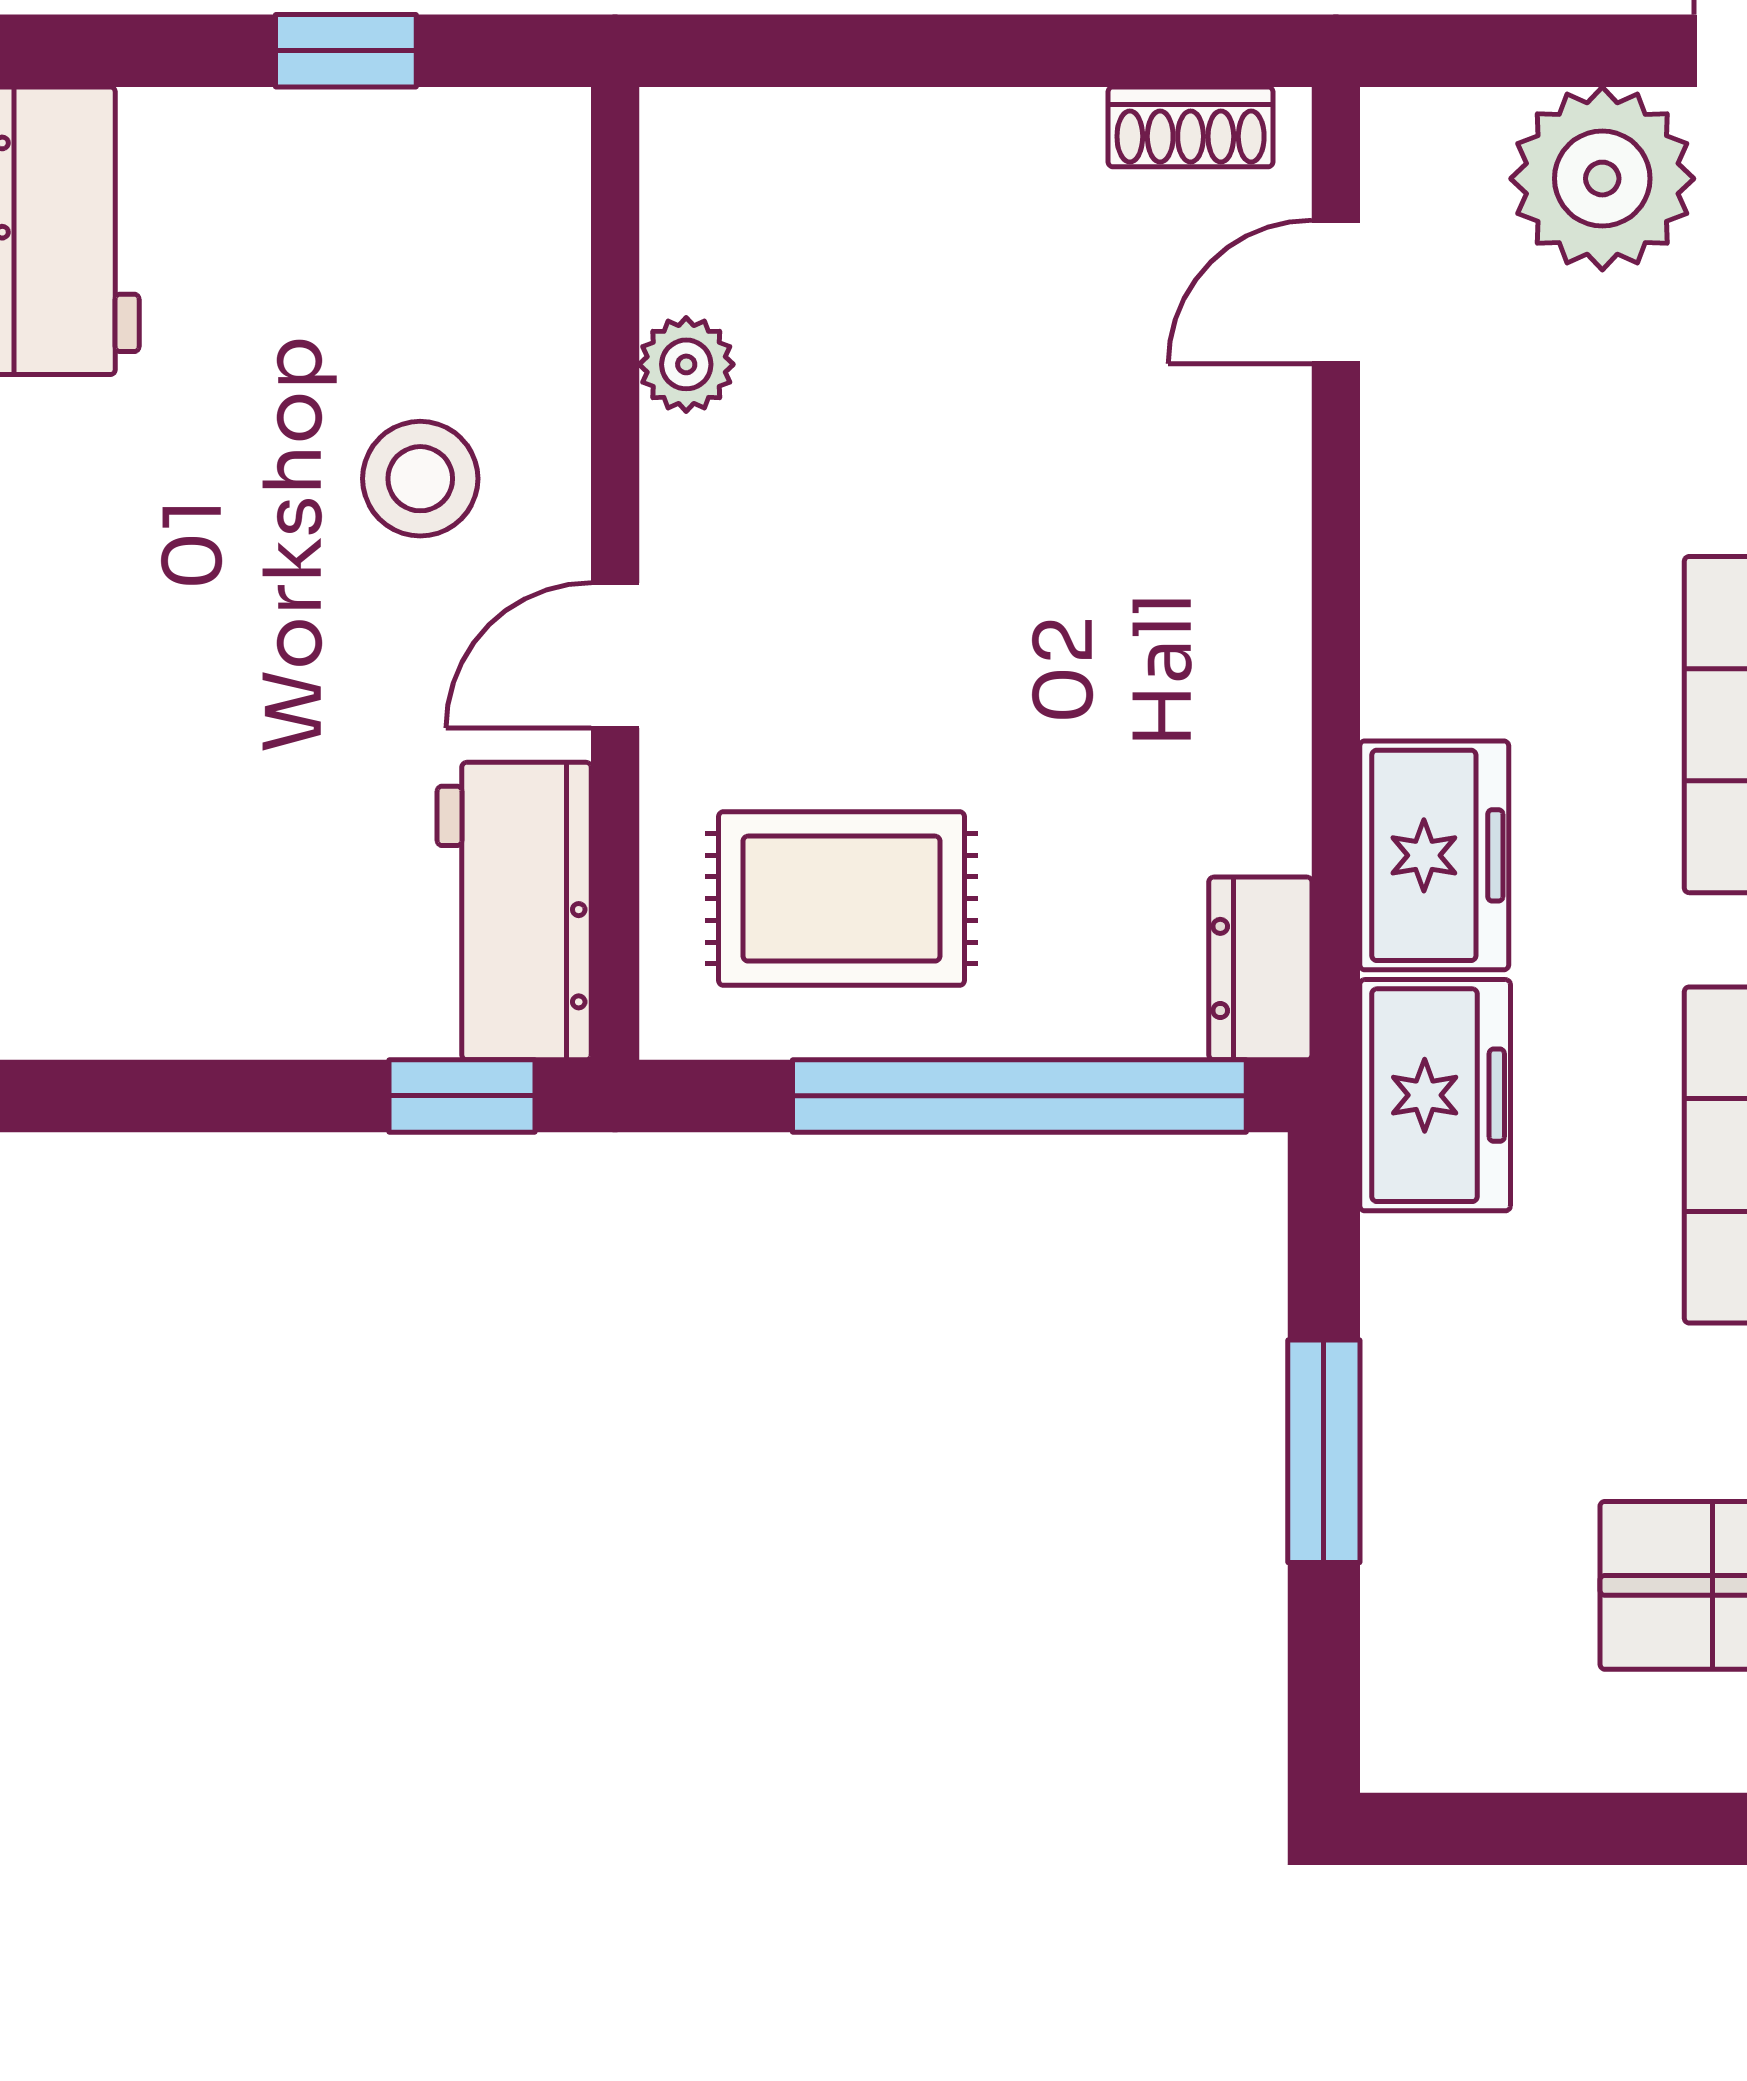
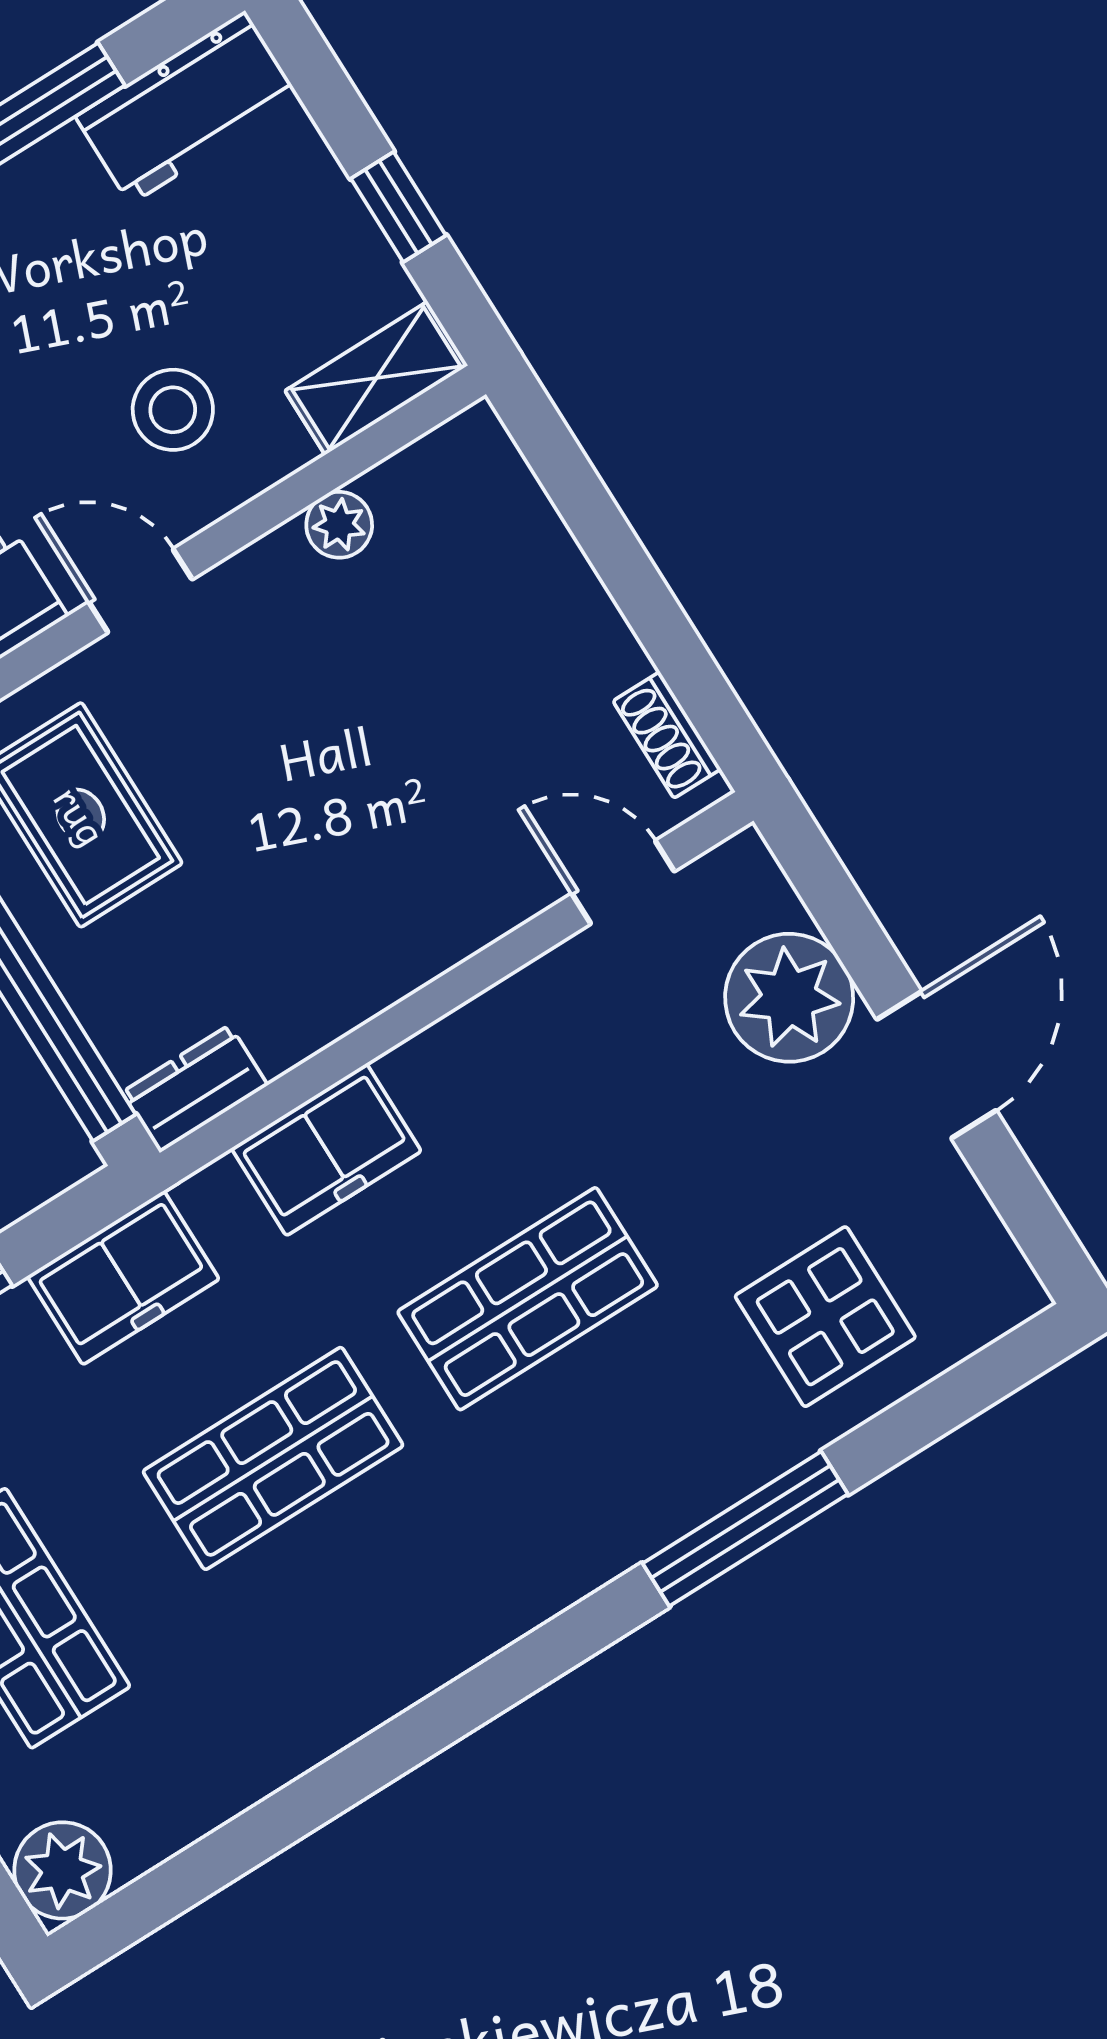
shelving: (537, 208) -> (376, 378), added
freezer: (1435, 1095) -> (123, 1278), moved

